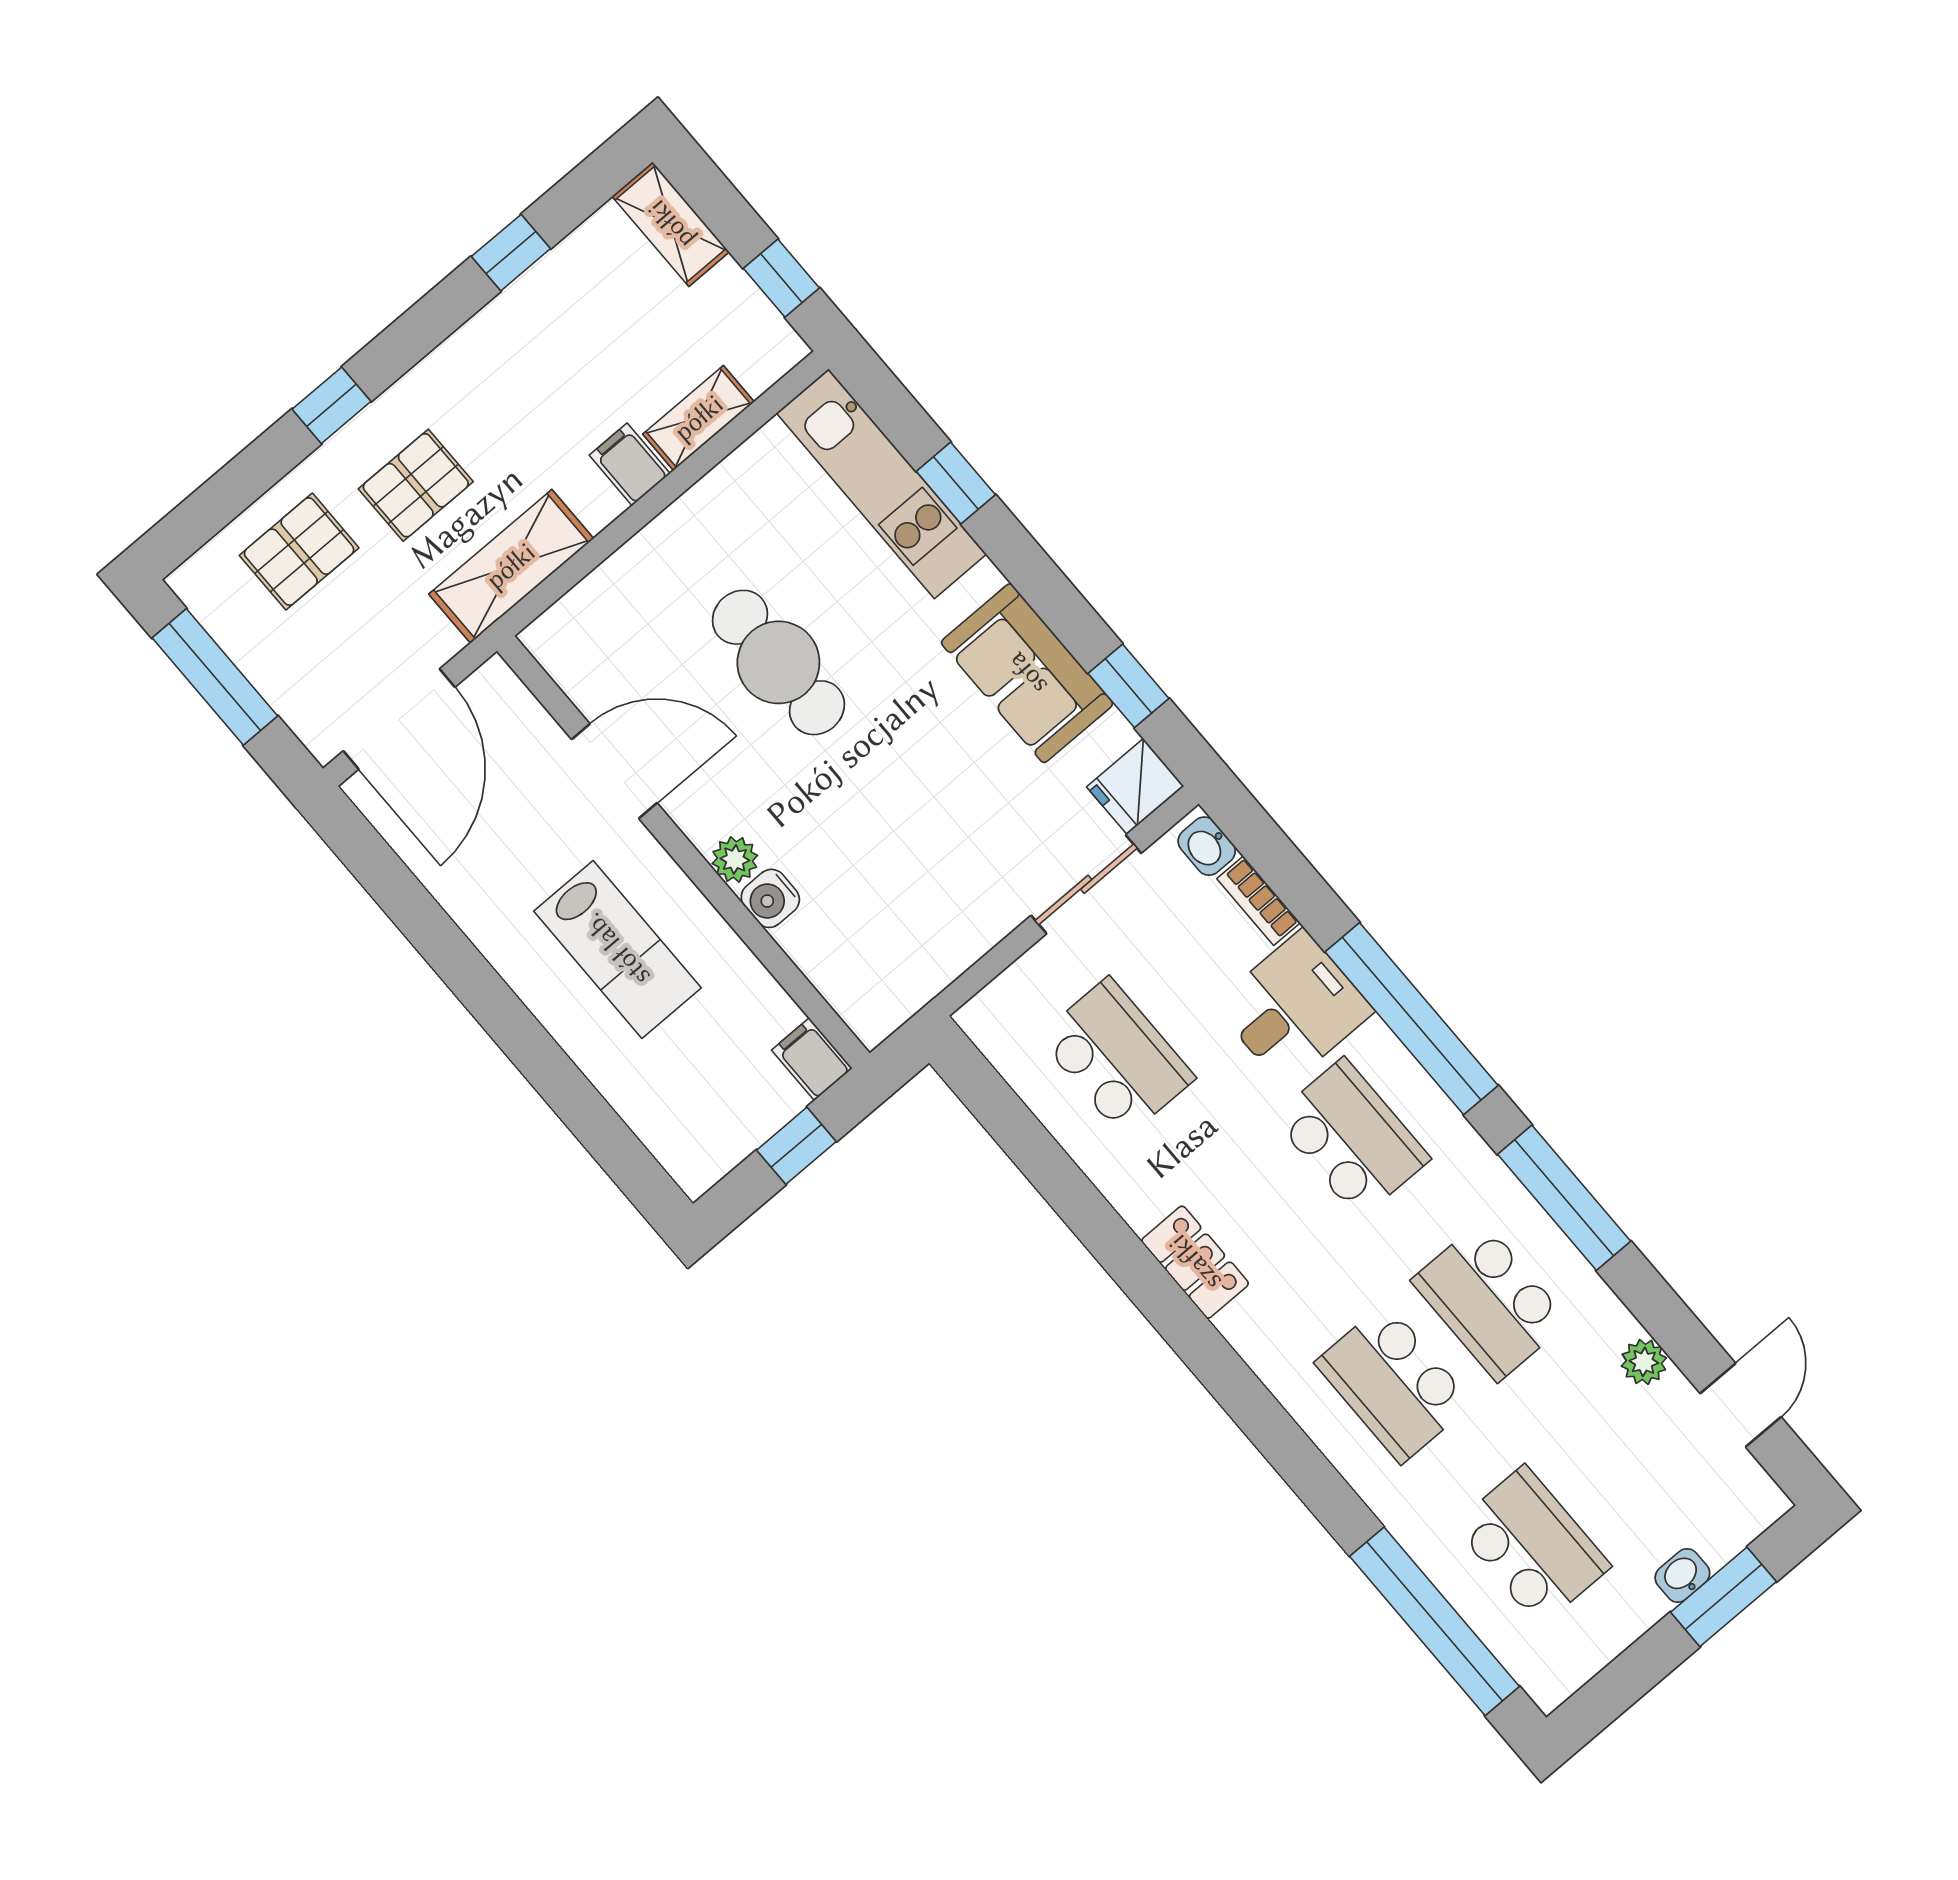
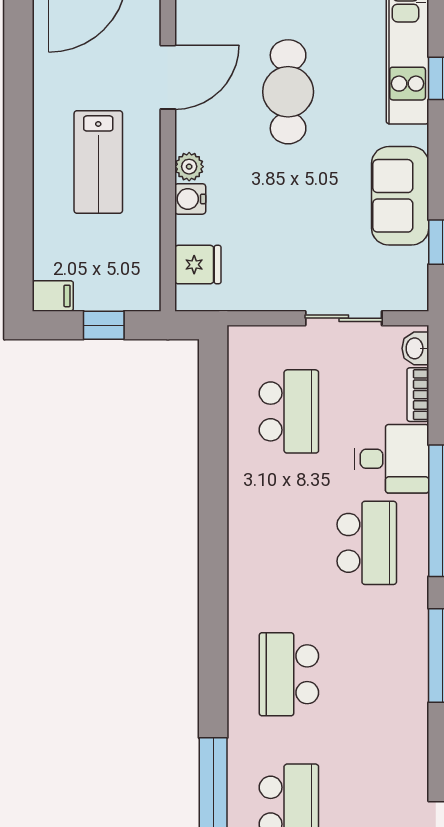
door: (614, 771) -> (168, 77), hinge flipped
fridge: (1135, 786) -> (198, 265), moved, turned 180
filing cabinet: (812, 1059) -> (53, 296), moved, turned 90
locker: (1195, 1262) -> (244, 539), removed
school desk: (1490, 1301) -> (367, 674), removed
plant: (1644, 1362) -> (415, 764), removed

